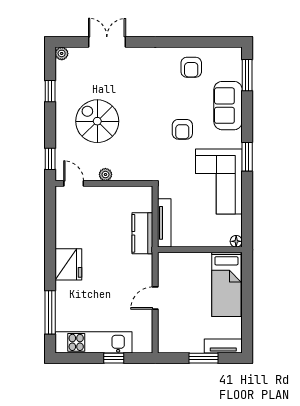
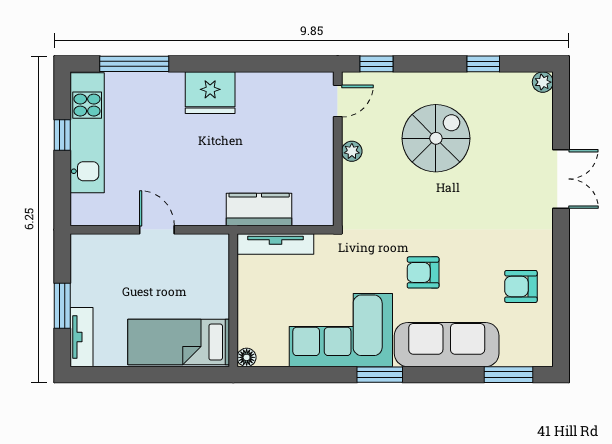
double door: (107, 42) -> (561, 179), moved
sofa: (228, 106) -> (447, 345), width x1.36
window: (114, 358) -> (62, 135), moved

